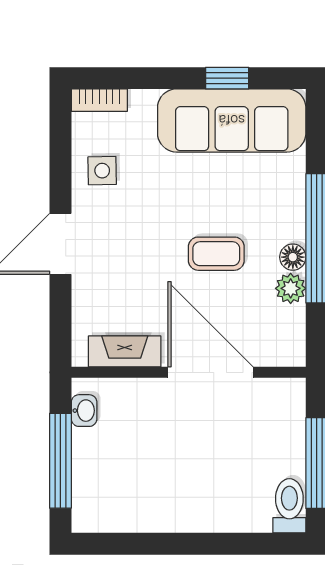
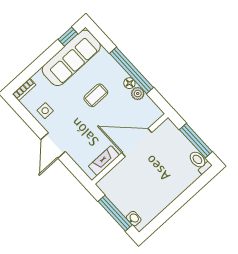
window: (227, 78) -> (68, 37), moved
coffee table: (216, 254) -> (96, 95), moved
washbasin: (84, 411) -> (134, 219), moved

